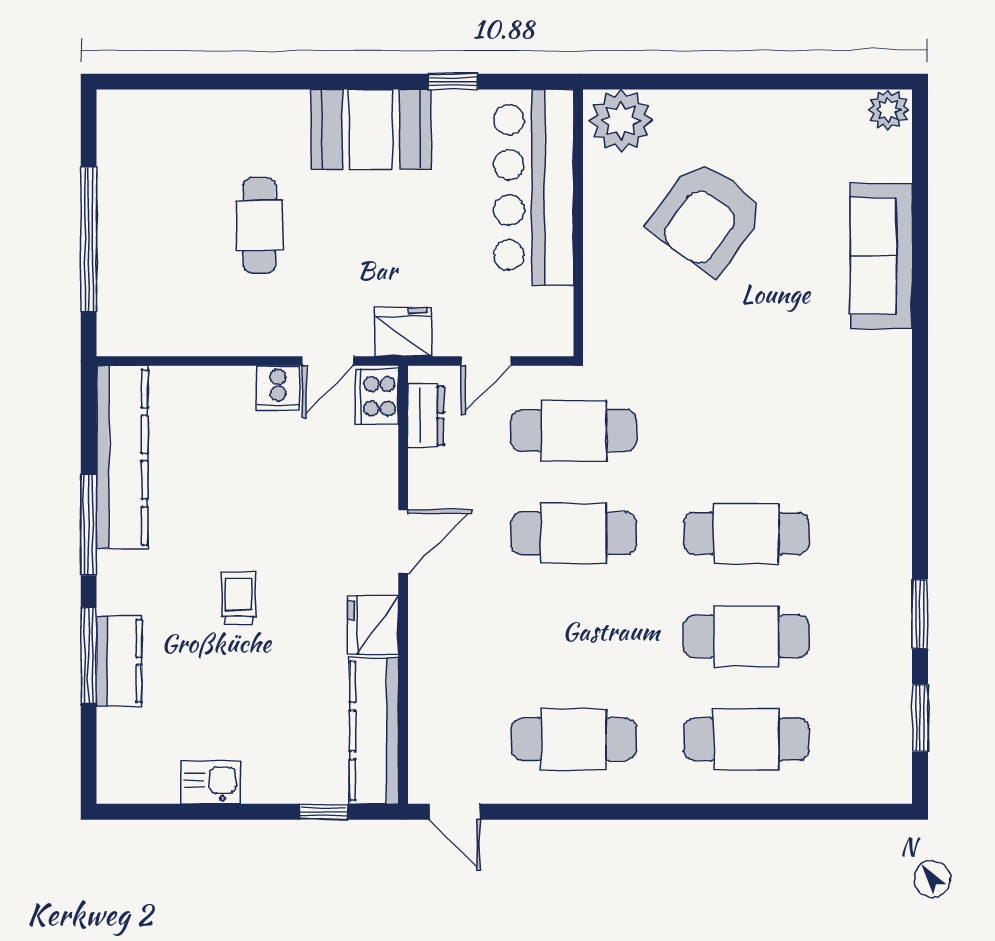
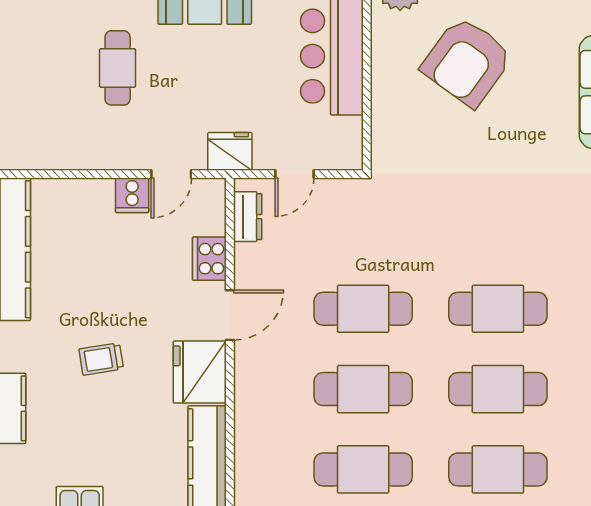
cooker: (377, 396) -> (209, 259), moved
cafe table: (574, 431) -> (363, 389), moved
trolley: (238, 598) -> (101, 359), turned -99
fridge: (373, 625) -> (200, 372), width x1.36, depth x1.34

